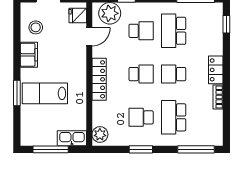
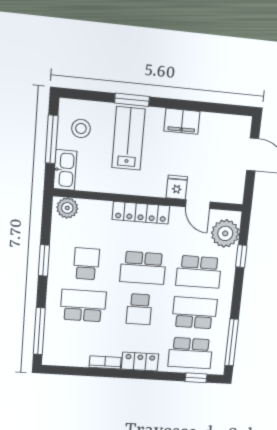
fridge: (78, 16) -> (177, 187), moved
stool: (36, 27) -> (81, 128), moved
school desk: (141, 31) -> (199, 272), width x1.85
school desk: (206, 31) -> (190, 353), added
school desk: (141, 74) -> (143, 268), width x1.85
school desk: (174, 74) -> (139, 309), turned 180

